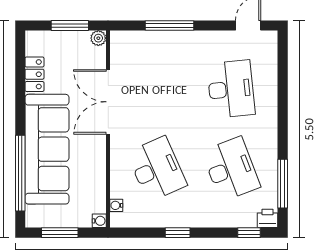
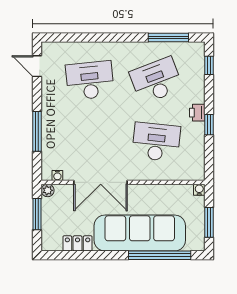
desk: (157, 169) -> (156, 142), turned 30
water cooler: (116, 205) -> (57, 176), moved
printer: (268, 218) -> (197, 113), moved

